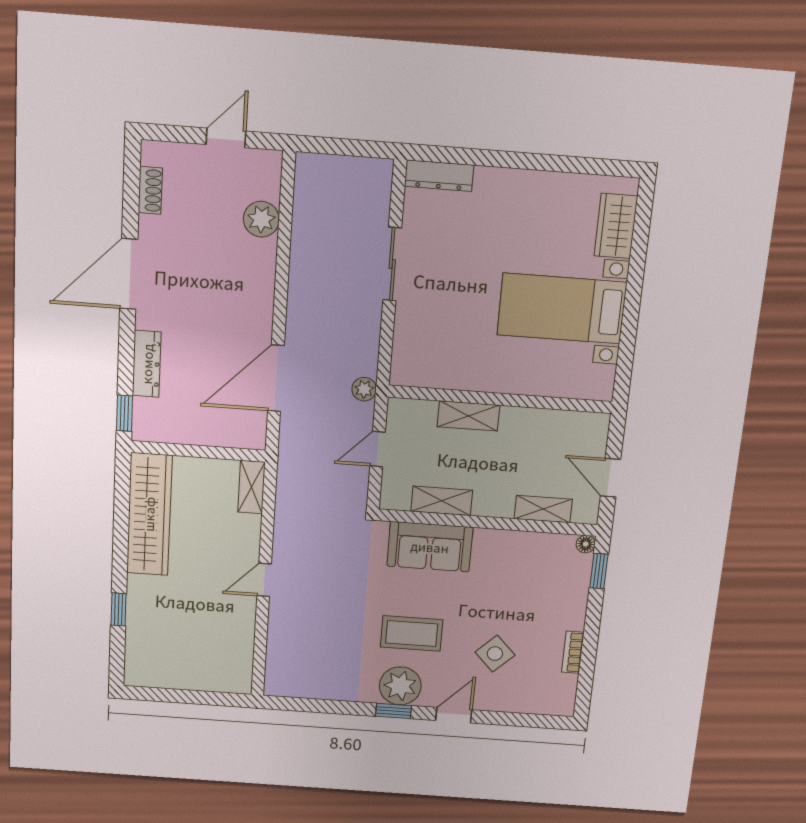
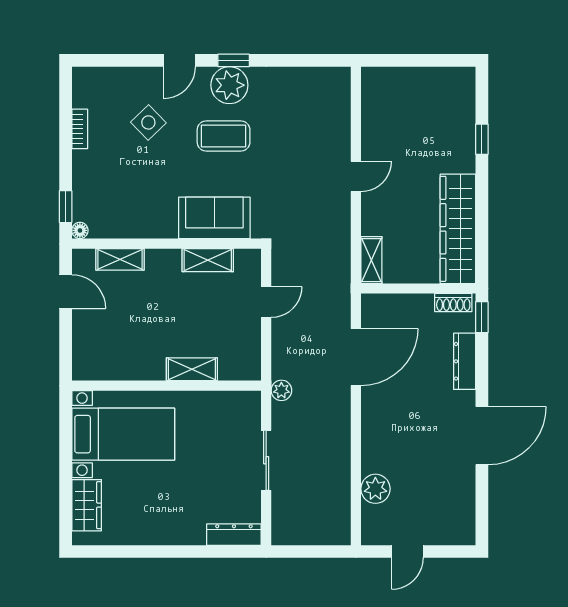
shoe rack: (150, 190) -> (453, 303), moved, turned -90
plant: (364, 389) -> (281, 390), moved
wall: (500, 399) -> (166, 386), moved
shelving: (468, 416) -> (192, 369), moved

